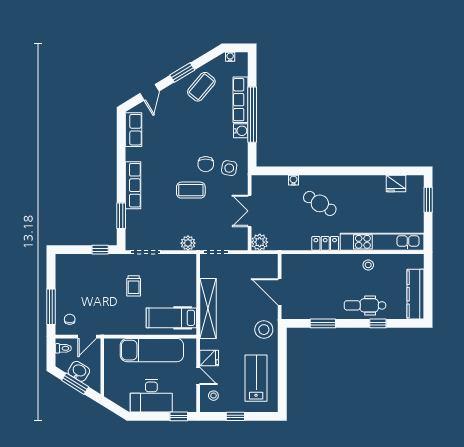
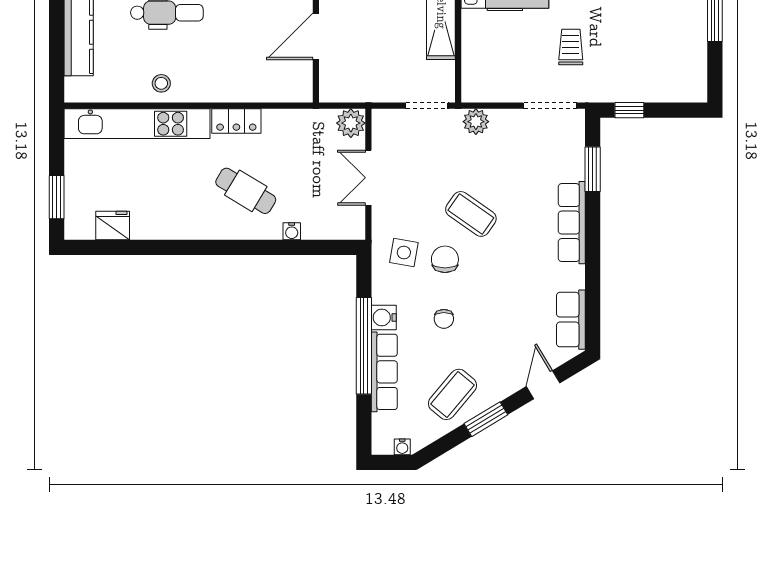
chair: (206, 130) -> (444, 319), added
coffee table: (191, 190) -> (471, 214), turned 35
double door: (250, 211) -> (368, 178), swing flipped
door: (280, 292) -> (316, 36), swing flipped

